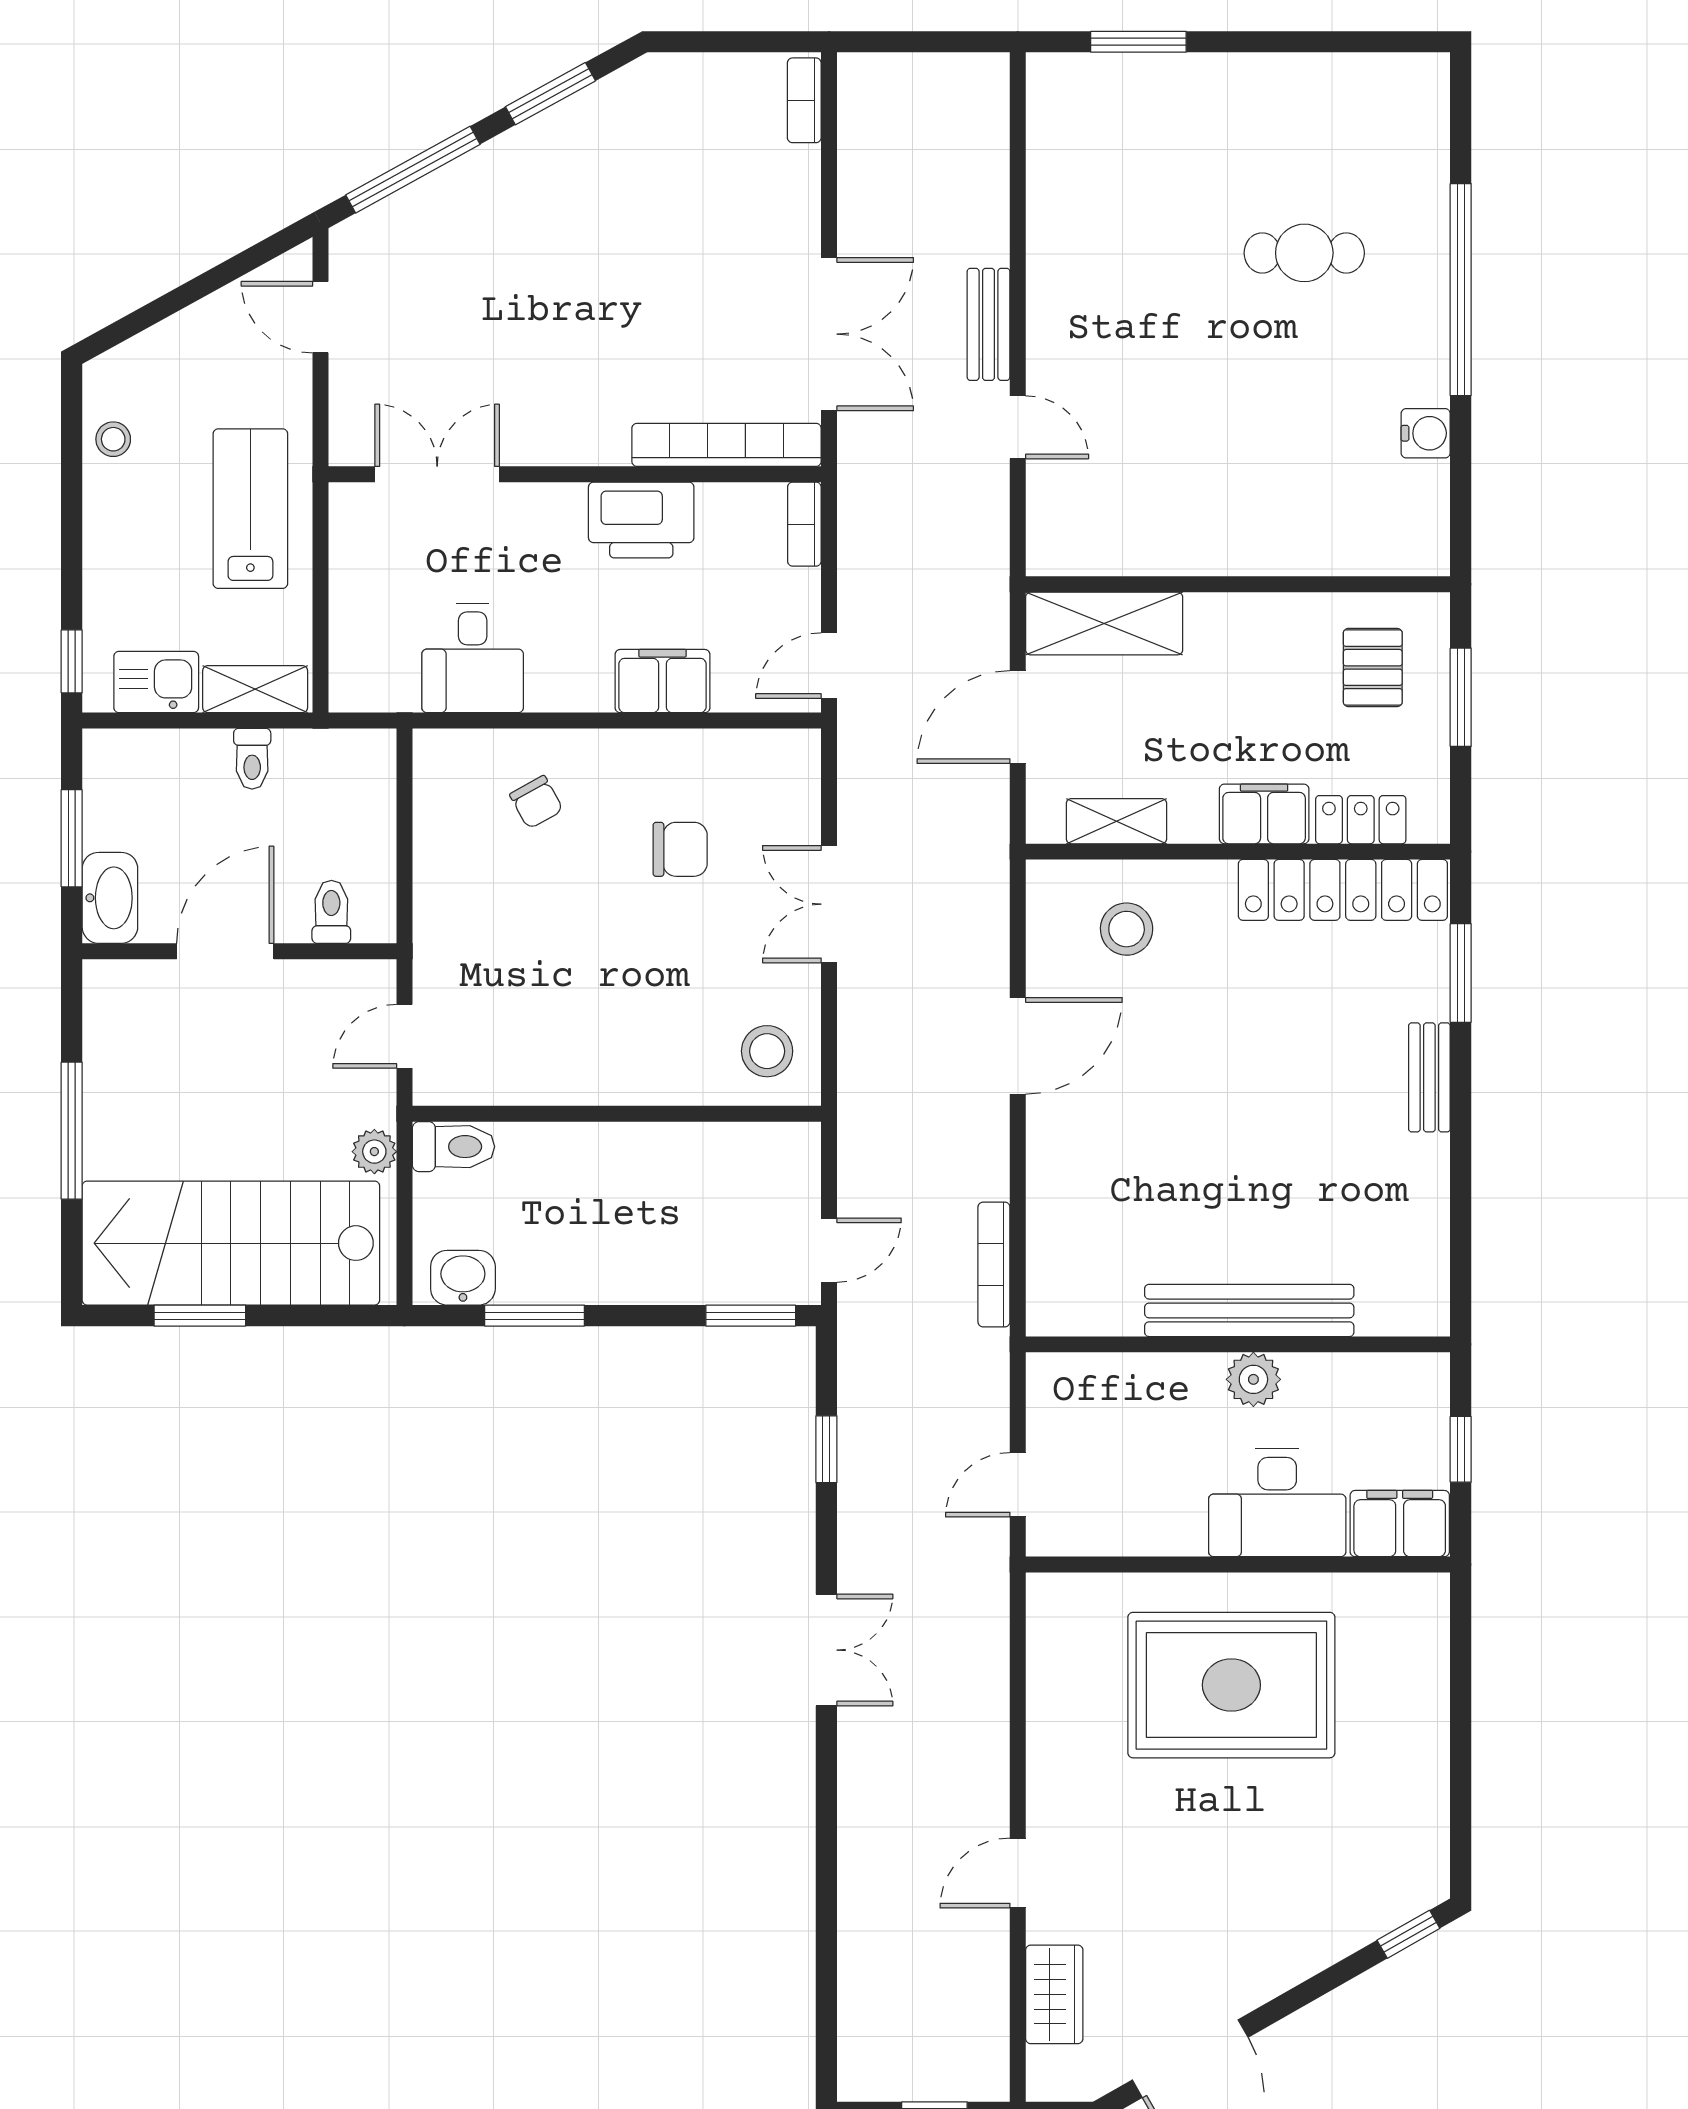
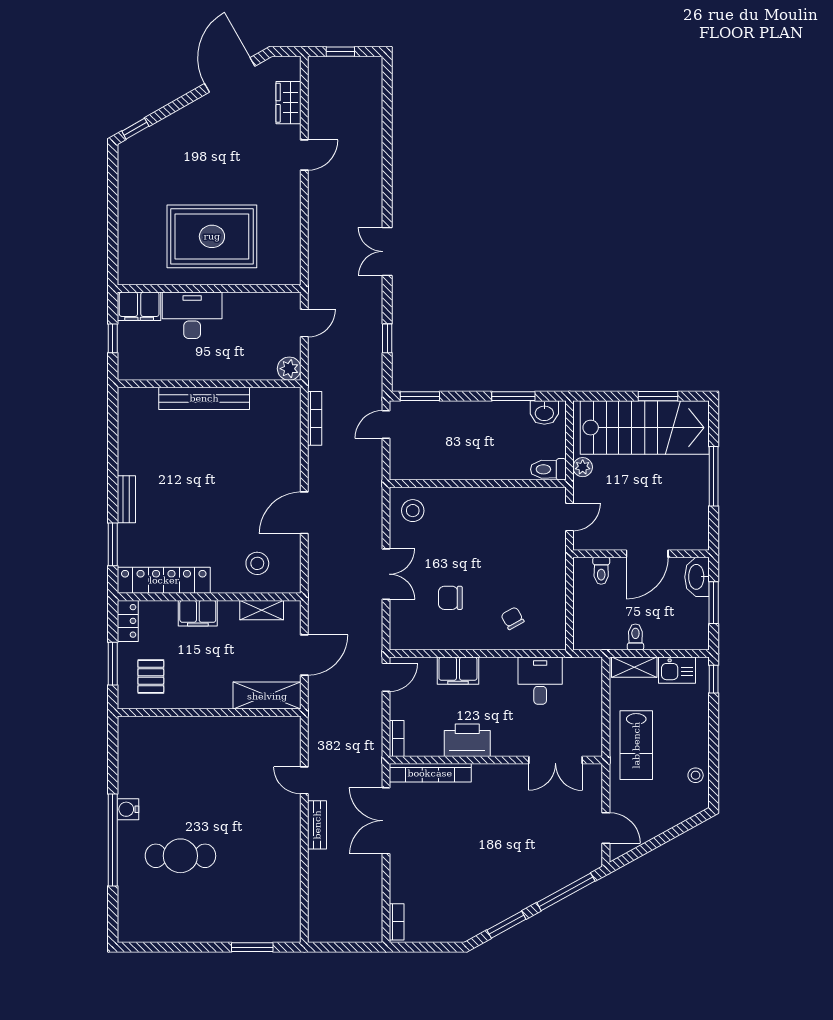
cafe table: (1304, 253) -> (180, 856), width x1.37, depth x1.35
water cooler: (1426, 433) -> (128, 809), moved
locker: (1361, 820) -> (128, 621), moved, turned -90
plant: (1253, 1379) -> (289, 369), moved

